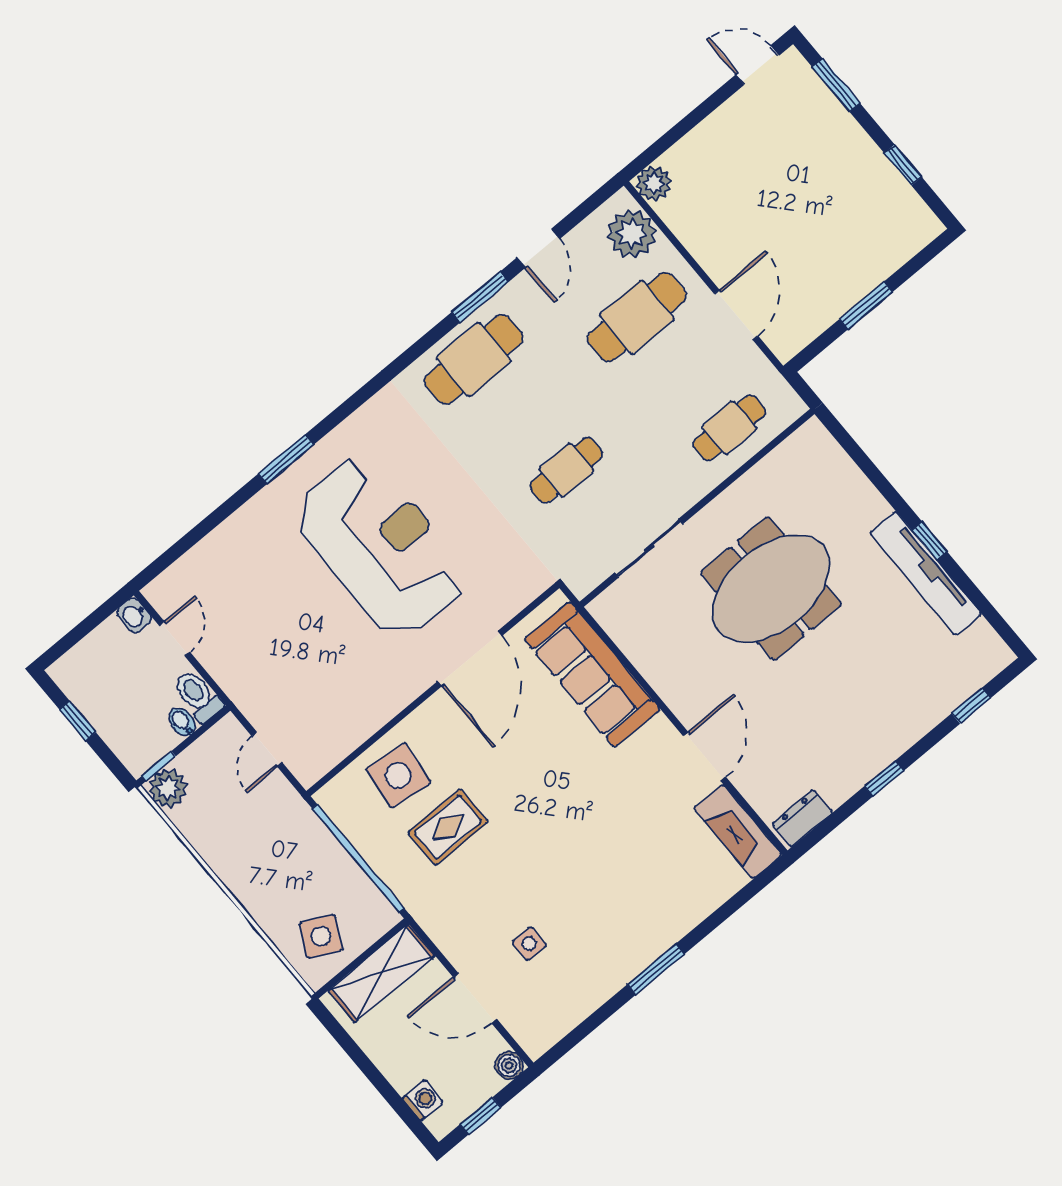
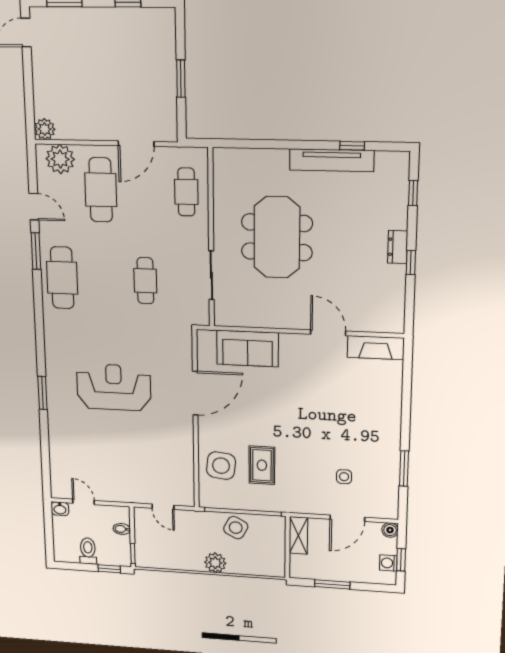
door: (736, 315) -> (136, 144), swing flipped
window: (929, 541) -> (352, 146), moved
reception desk: (381, 547) -> (114, 387), width x0.74, depth x0.77
door: (470, 658) -> (195, 393), hinge flipped
sofa: (592, 674) -> (248, 349), width x0.73
toilet: (198, 696) -> (88, 551), moved, turned 90
window: (77, 721) -> (109, 569), moved
plant: (168, 788) -> (215, 563), moved
dresser: (802, 818) -> (398, 247), moved
side table: (321, 936) -> (236, 528), moved
window: (656, 969) -> (404, 468), moved
shelving: (382, 973) -> (298, 535), width x0.67, depth x0.75
window: (362, 1061) -> (332, 584), added
washing machine: (423, 1100) -> (388, 563), moved, turned -90

